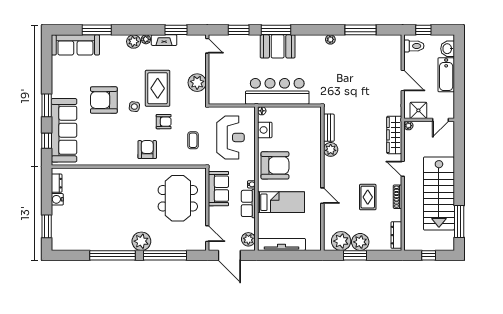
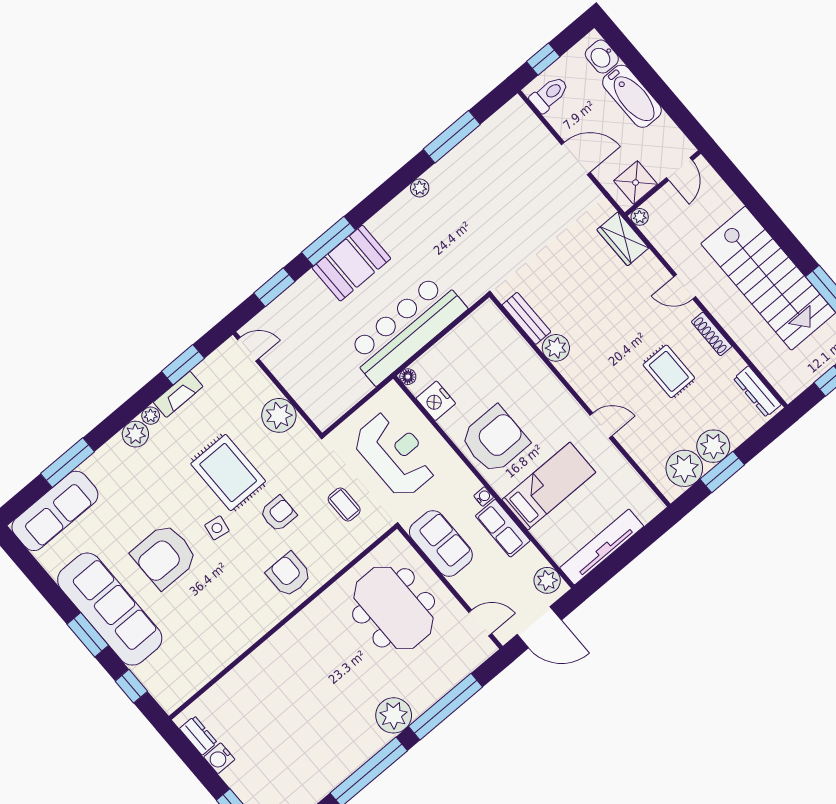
sofa: (64, 130) -> (110, 609), moved
wardrobe: (394, 135) -> (623, 239), width x0.67

